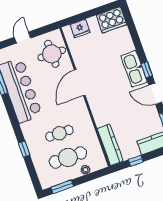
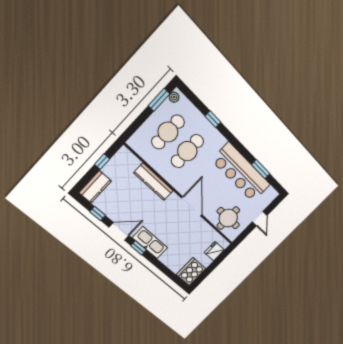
cafe table: (59, 133) -> (187, 151), width x1.37, depth x1.35
kitchen counter: (110, 145) -> (154, 182), moved
plant: (85, 170) -> (174, 97), moved

